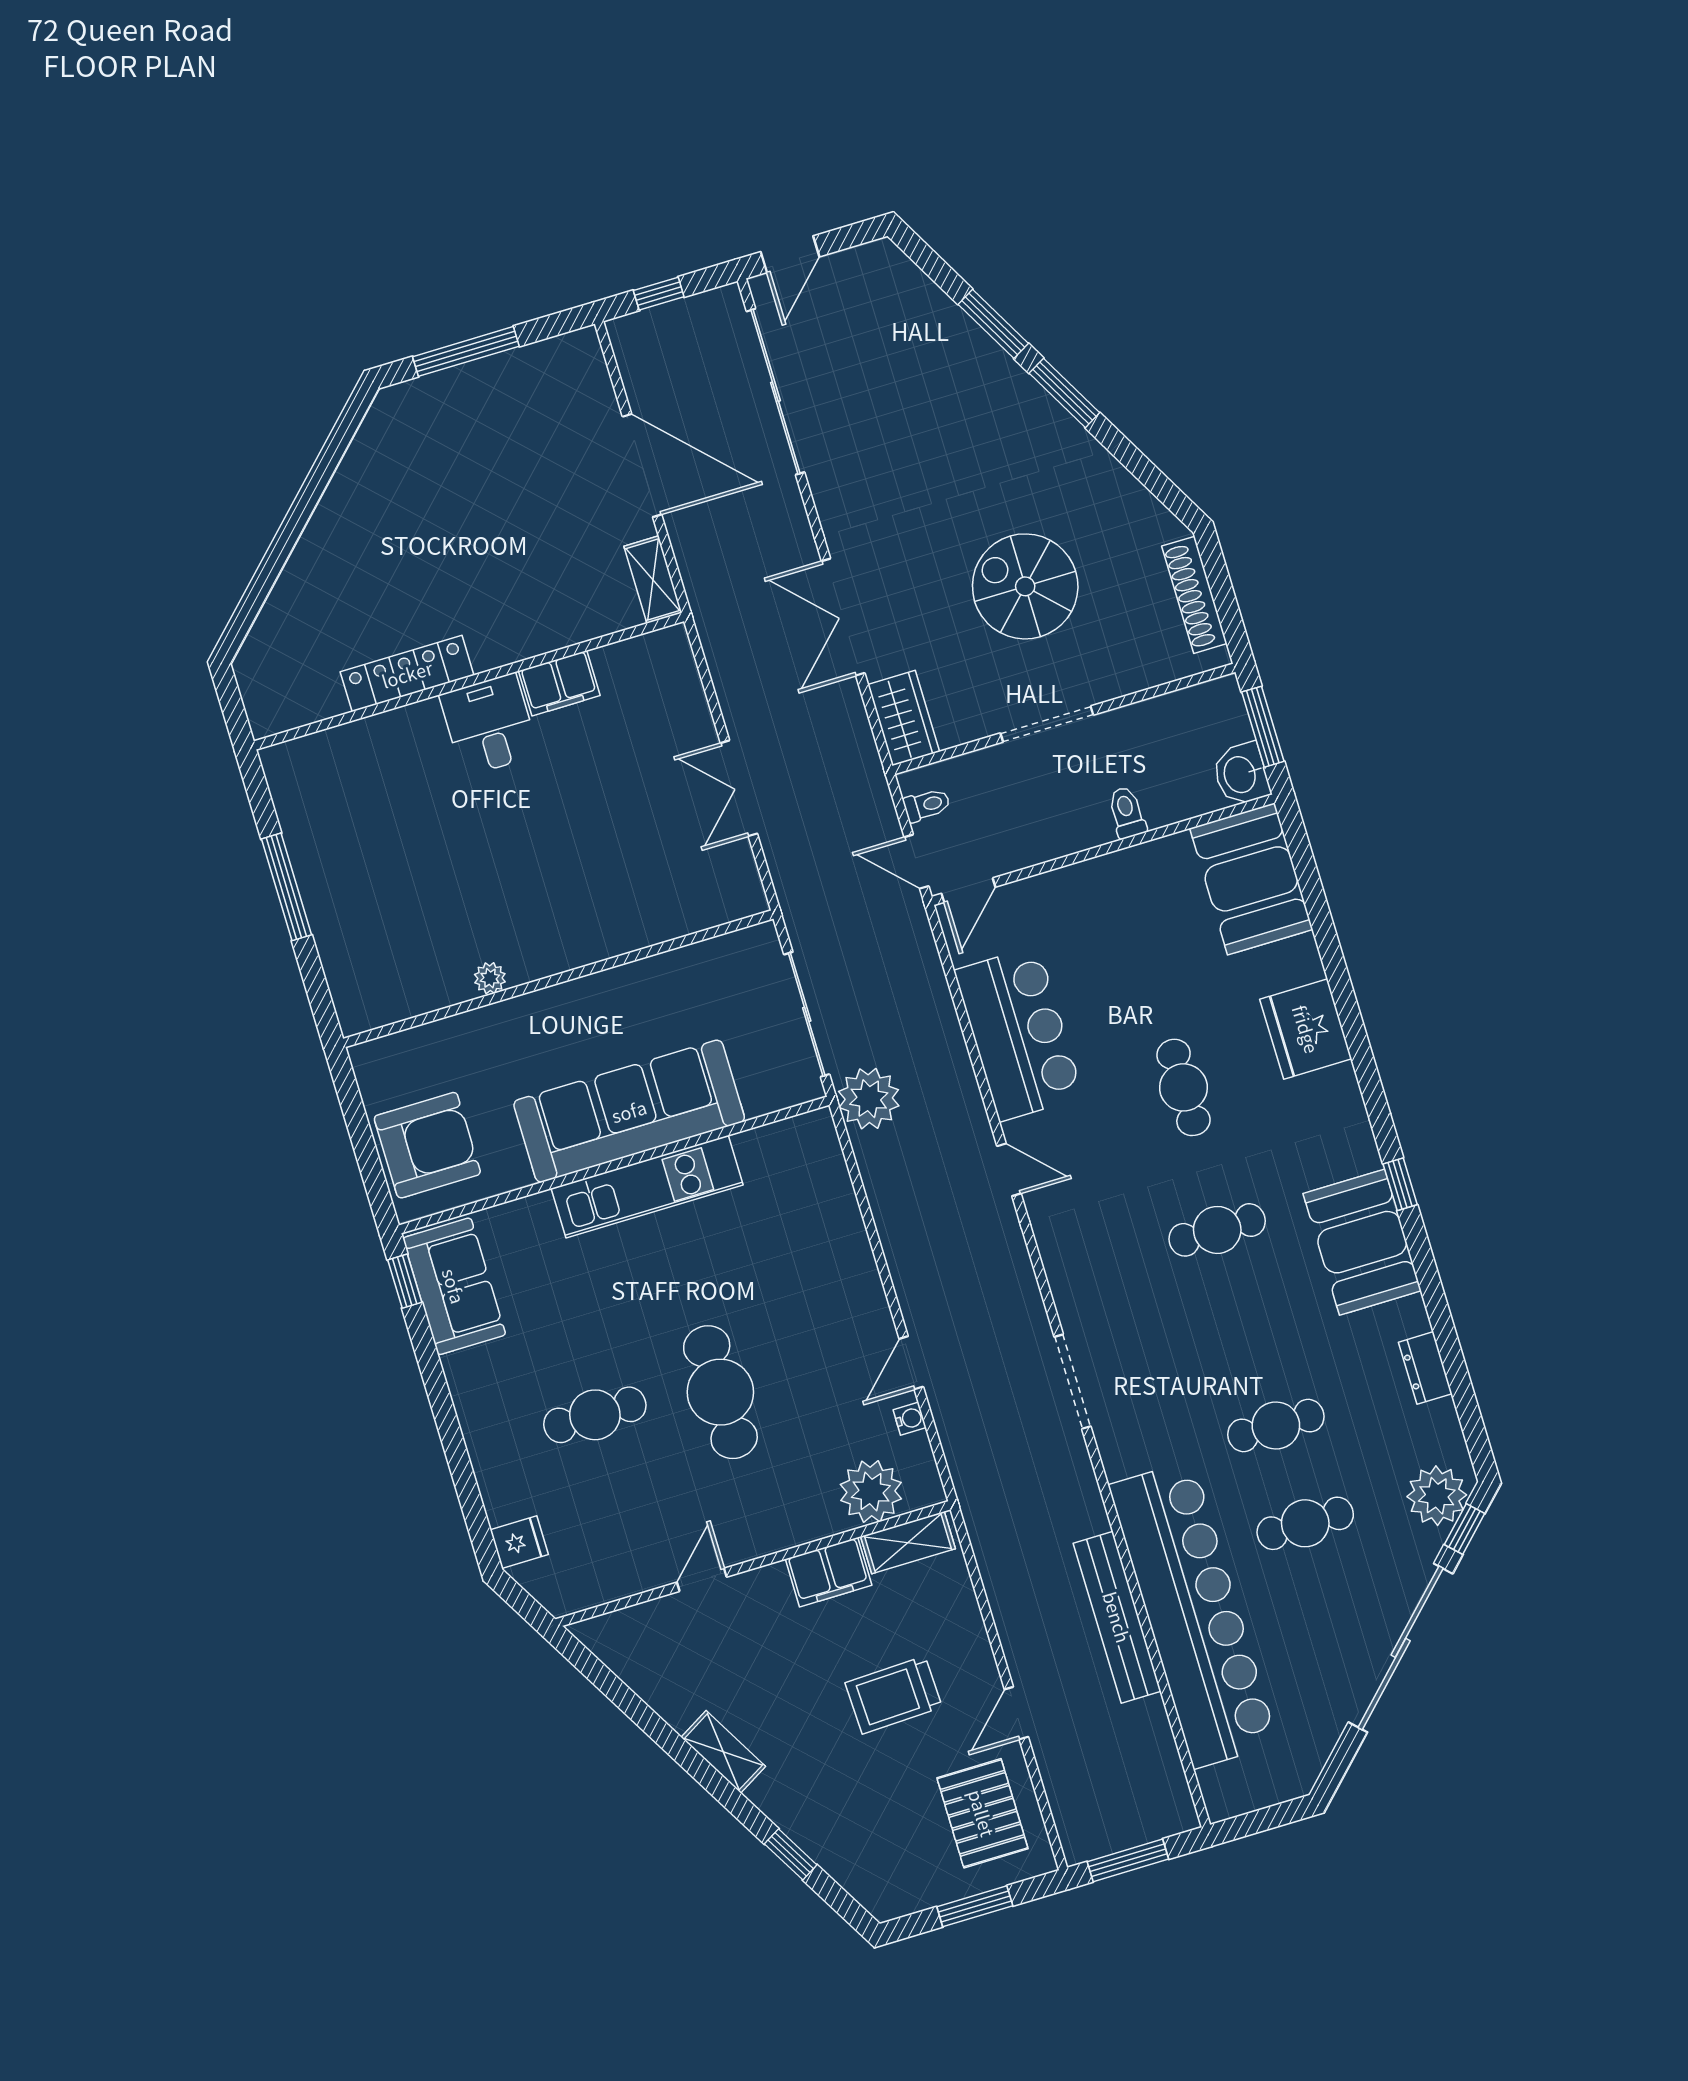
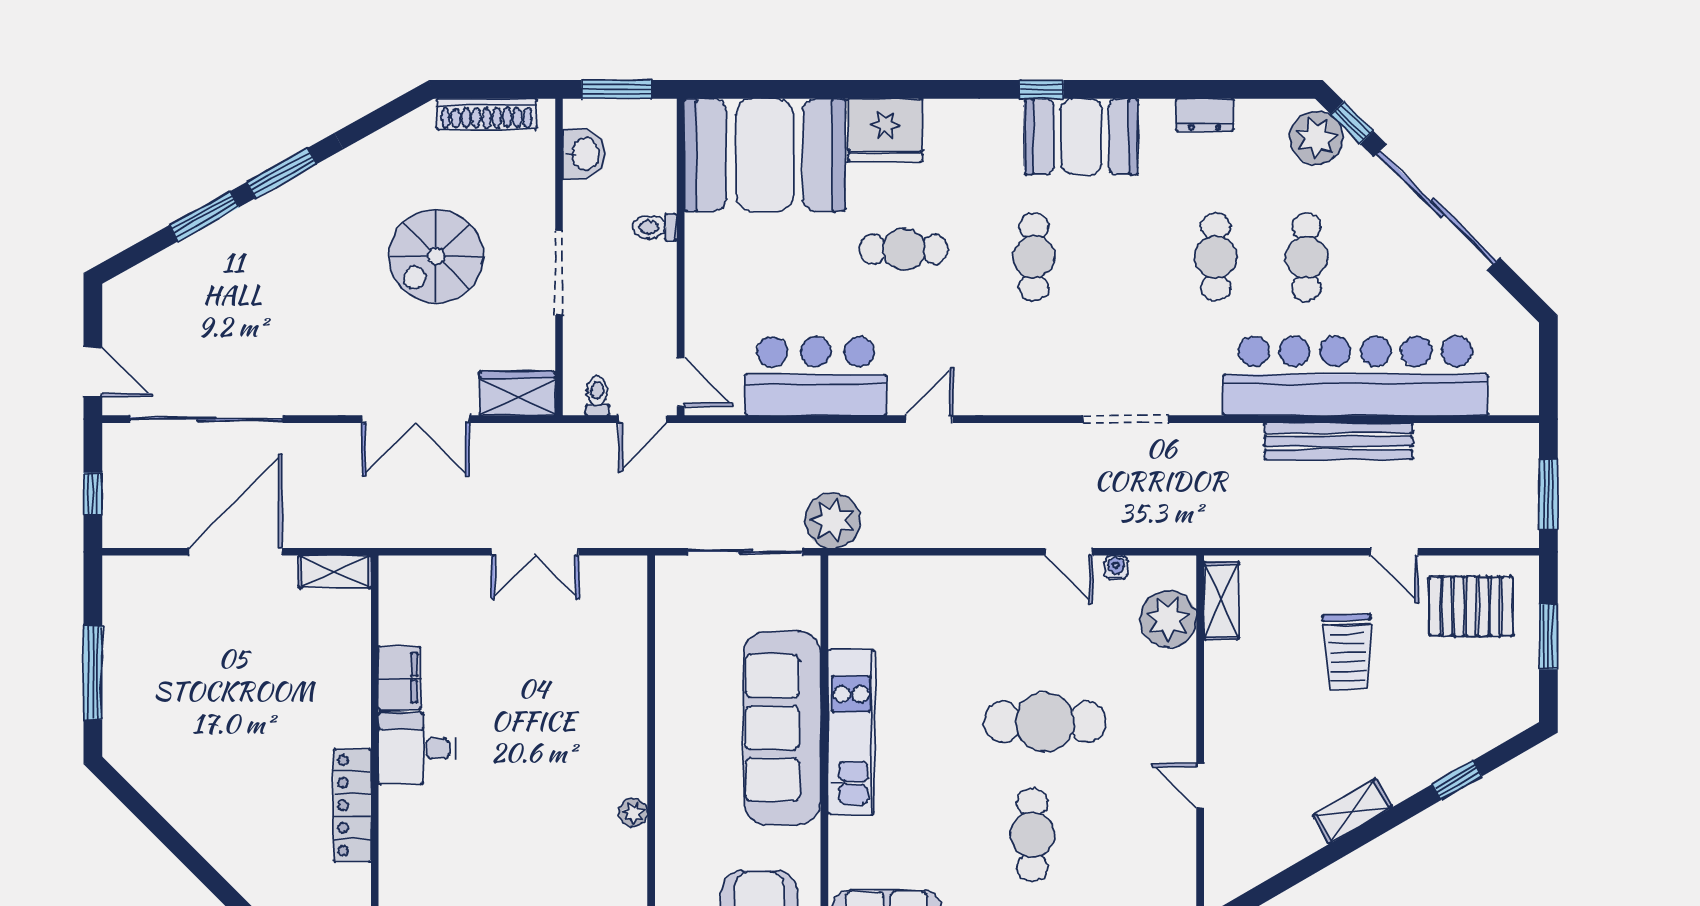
washbasin: (1241, 774) -> (584, 154), moved, turned -90
booth: (1251, 879) -> (765, 155), width x1.36, depth x1.42
filing cabinet: (829, 1572) -> (1226, 676), removed

